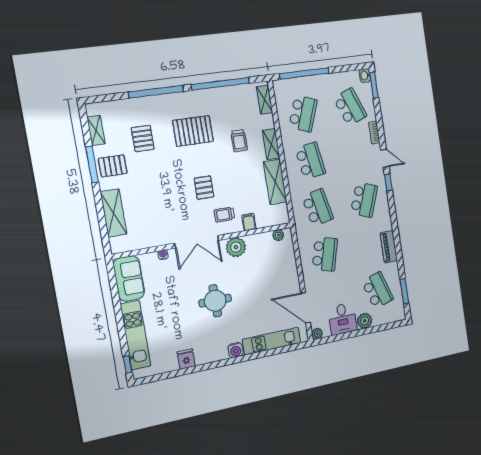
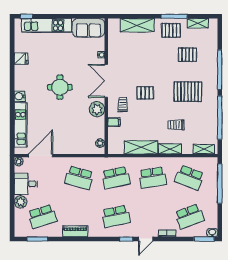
pallet: (193, 131) -> (188, 92), turned 90
pallet: (113, 166) -> (171, 30), turned 90
school desk: (364, 200) -> (116, 216), turned -33

